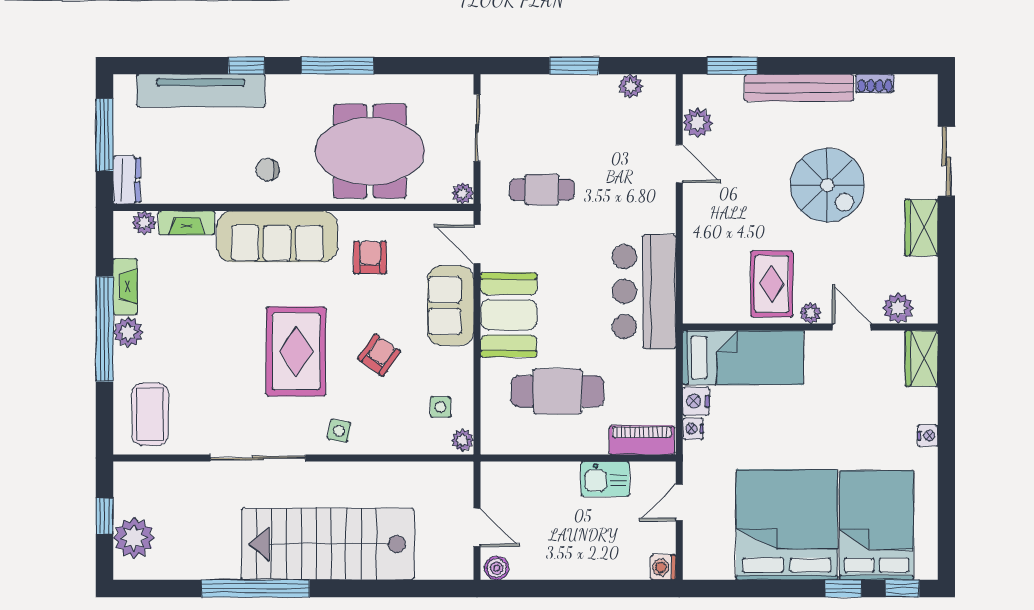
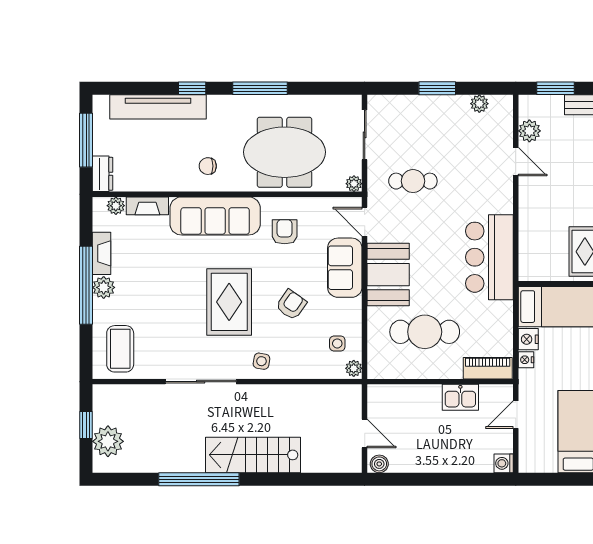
stairs: (328, 544) -> (253, 455), width x0.73, depth x0.66

